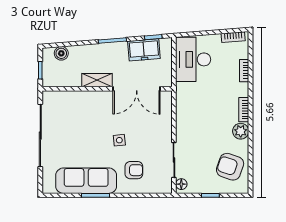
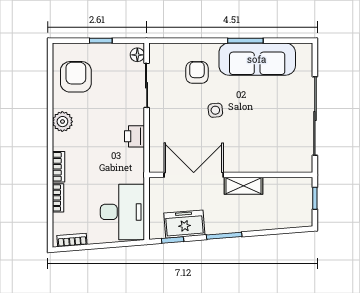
boiler: (61, 53) -> (288, 220), removed
bookcase: (244, 110) -> (59, 167), moved
printer: (183, 119) -> (135, 136), added
armchair: (230, 167) -> (76, 77), turned -109
armchair: (134, 170) -> (197, 72), turned 90

